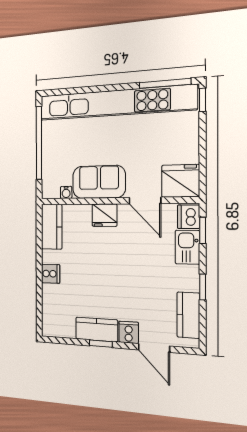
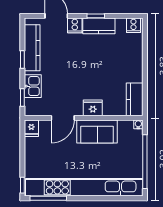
fridge: (180, 181) -> (31, 128), width x0.53, depth x0.75
water cooler: (66, 192) -> (138, 124), moved
door: (145, 201) -> (63, 118), swing flipped
dishwasher: (189, 217) -> (32, 107), removed
cooker: (51, 274) -> (133, 25), moved, turned -90
kitchen counter: (188, 315) -> (32, 48), width x1.50

